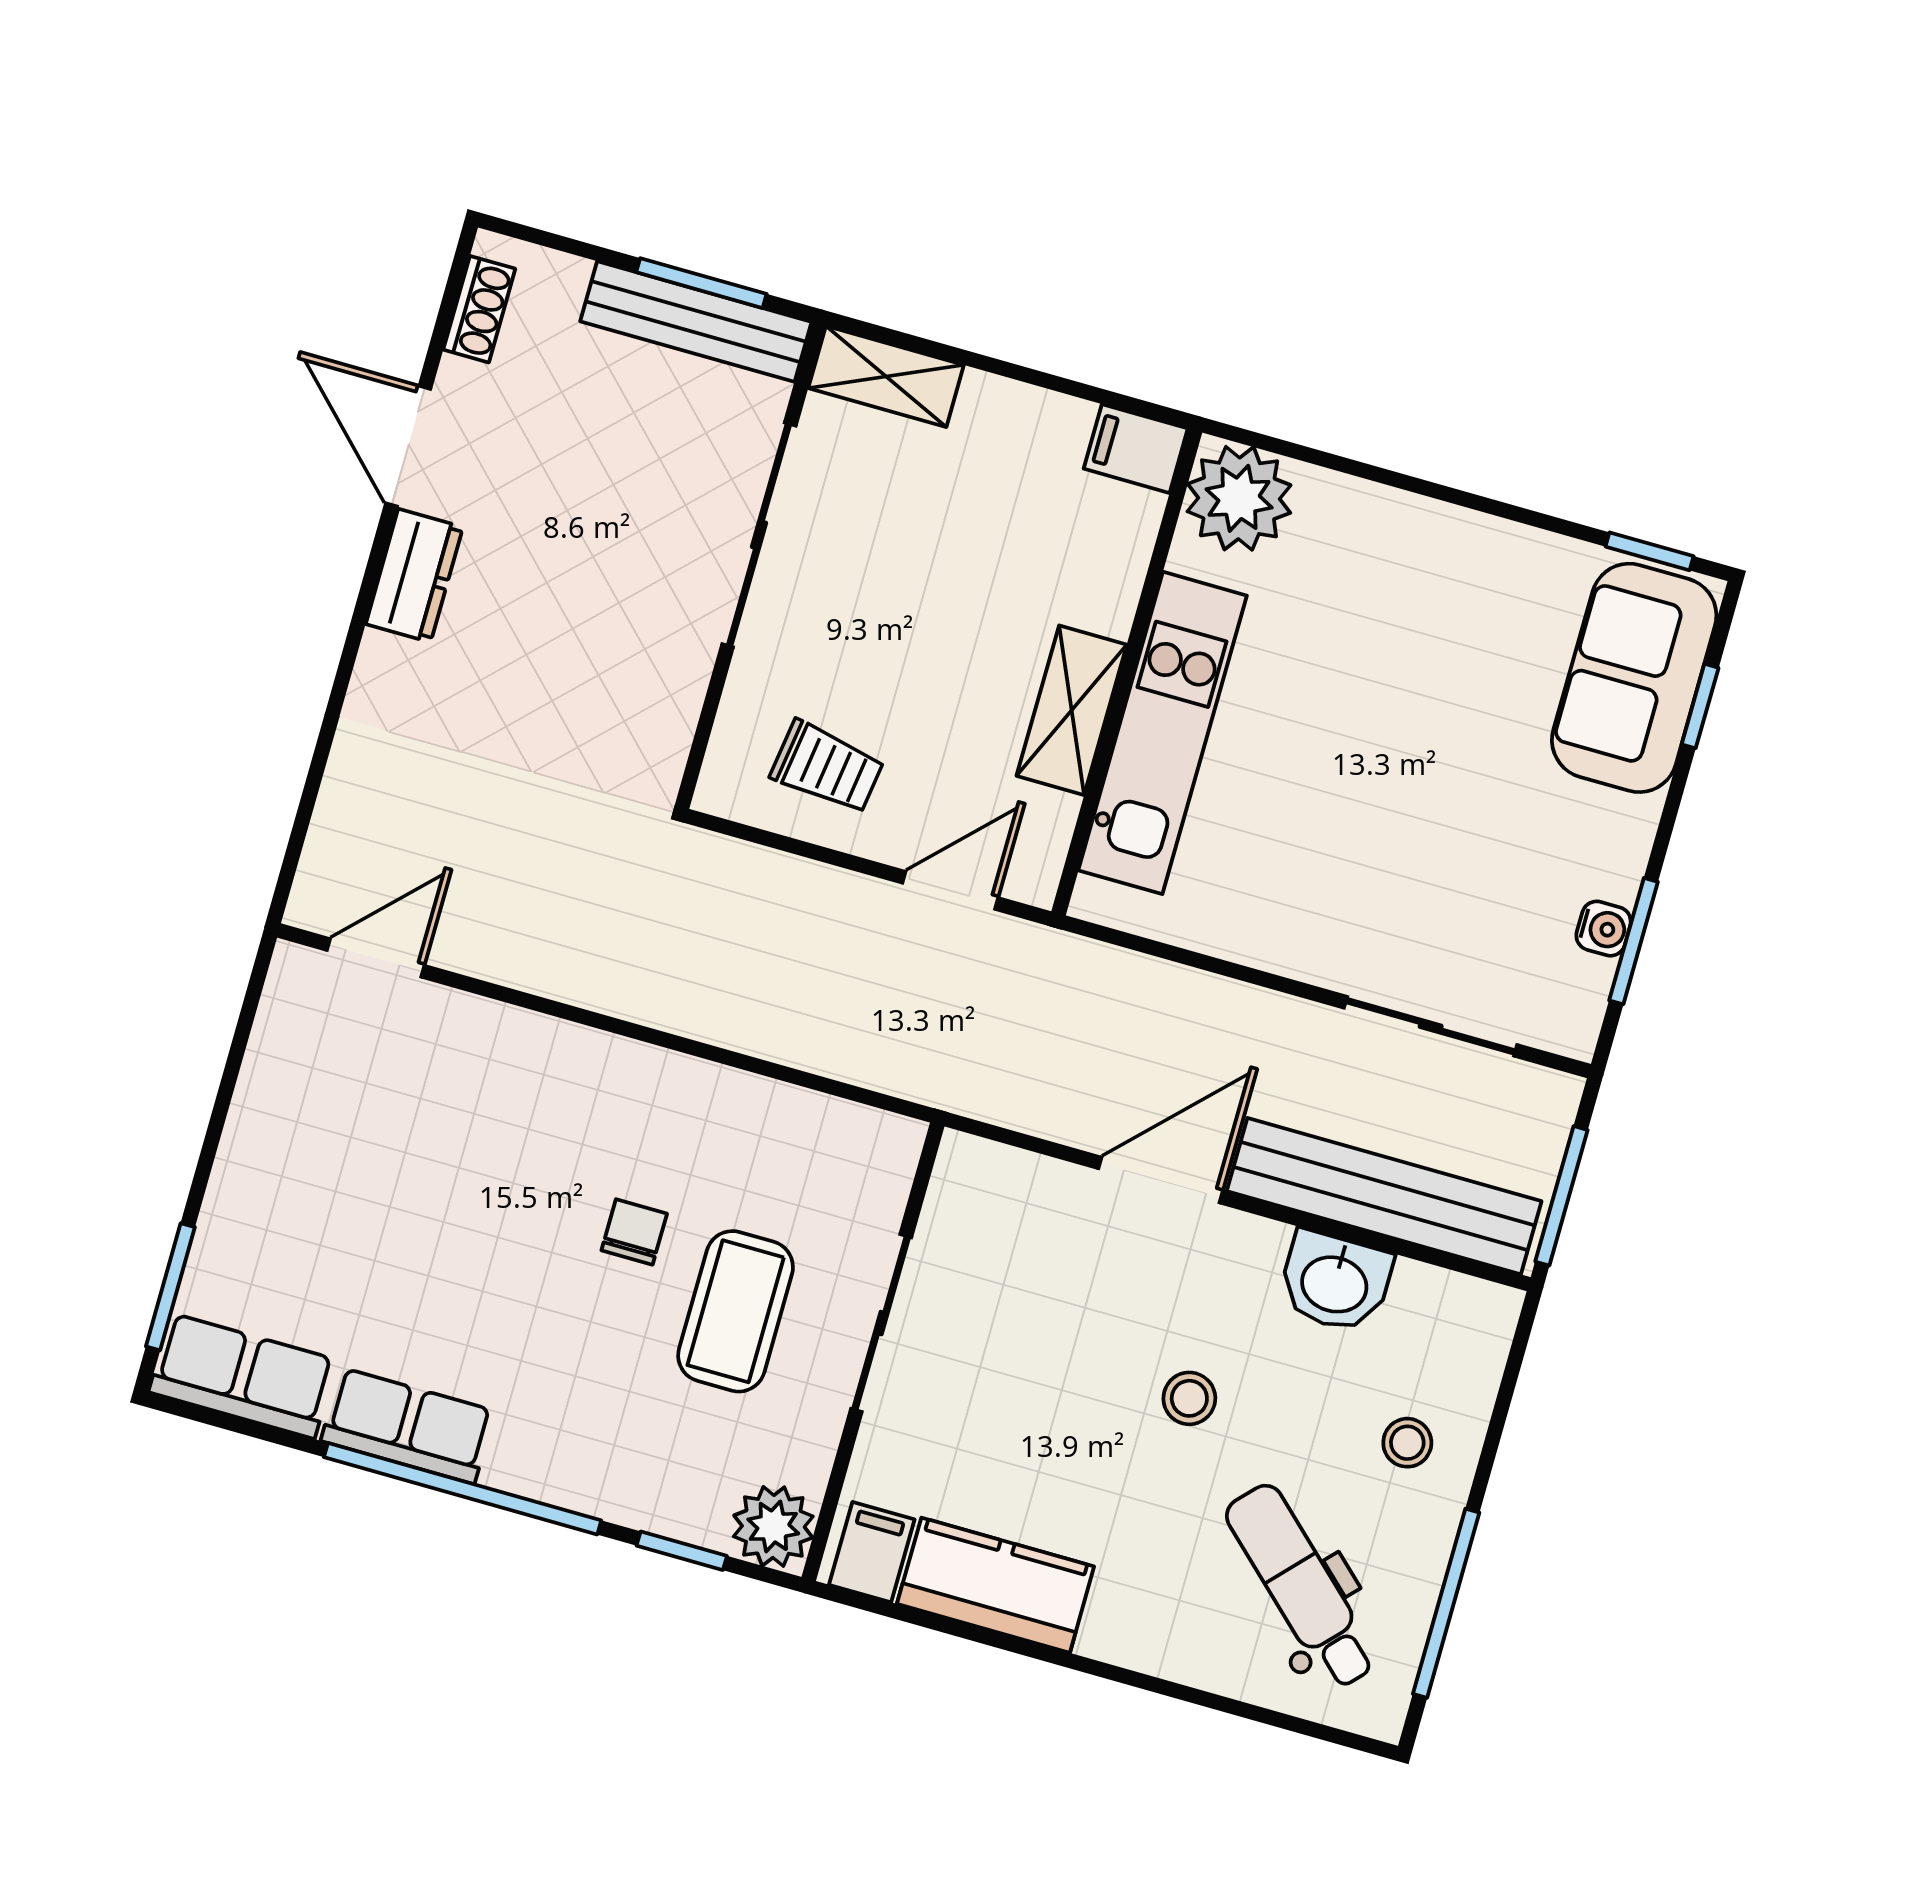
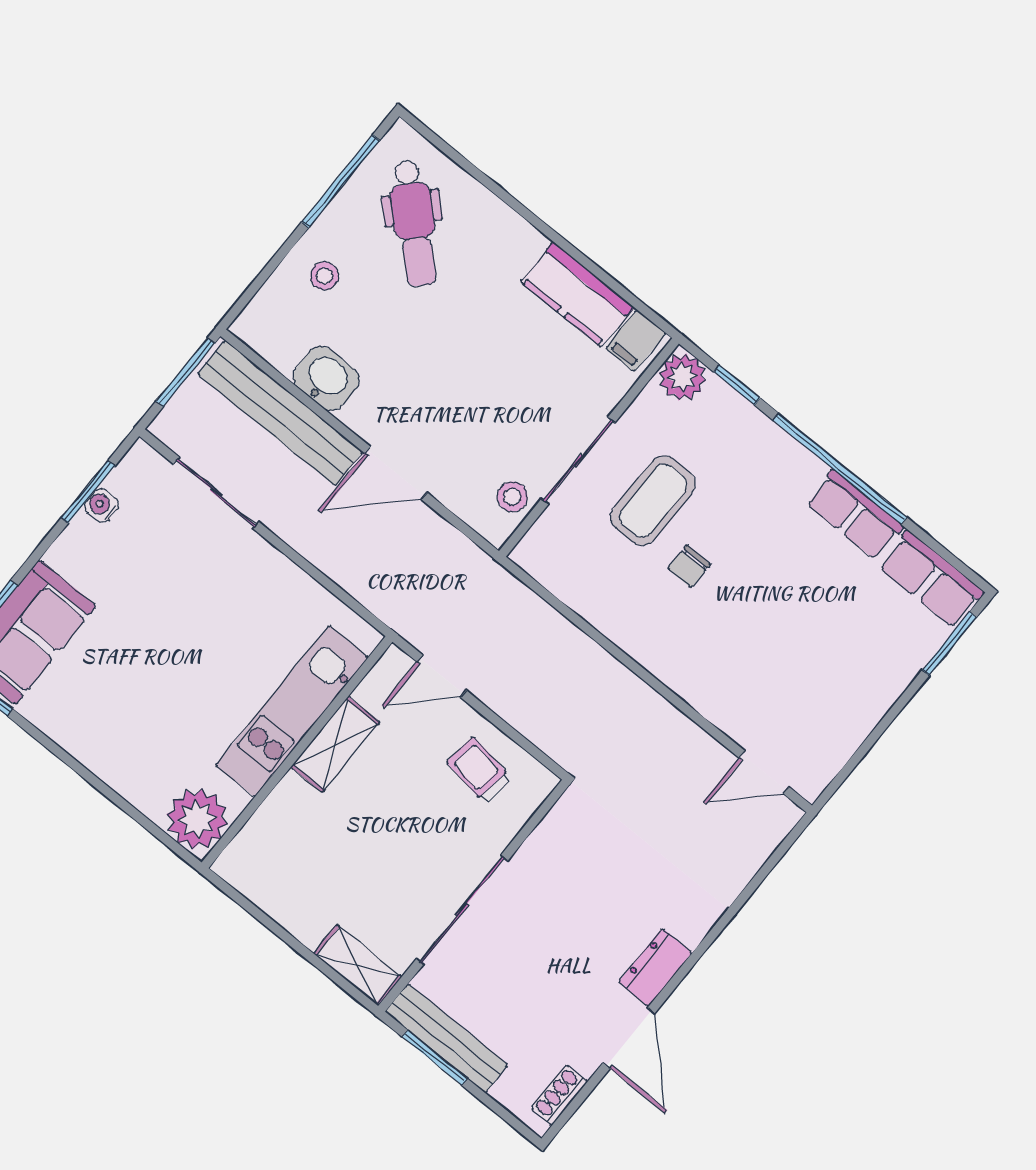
filing cabinet: (1136, 449) -> (241, 869), removed
stool: (1189, 1398) -> (512, 497), moved

